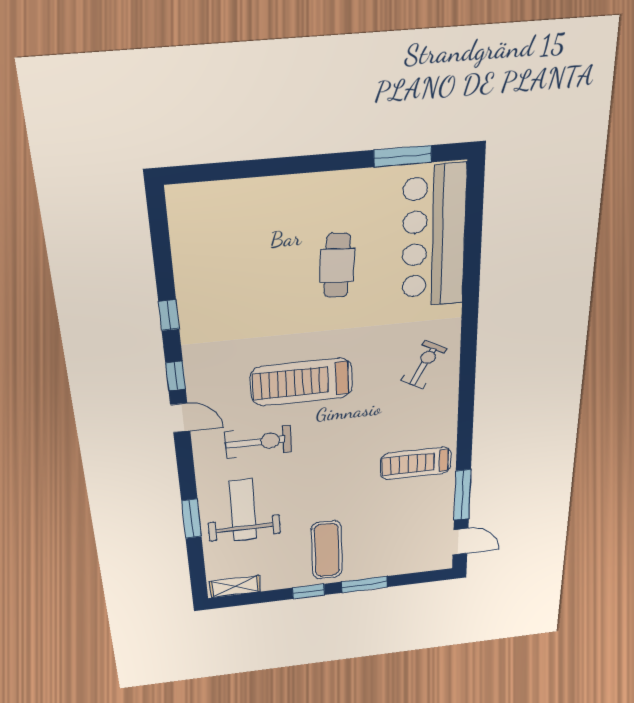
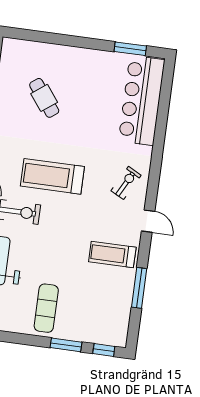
cafe table: (337, 265) -> (44, 98), moved, turned -41
door: (460, 542) -> (148, 221), moved
window: (309, 591) -> (104, 350), moved

